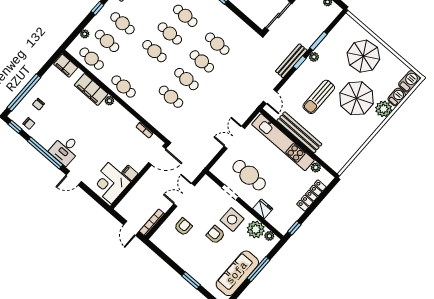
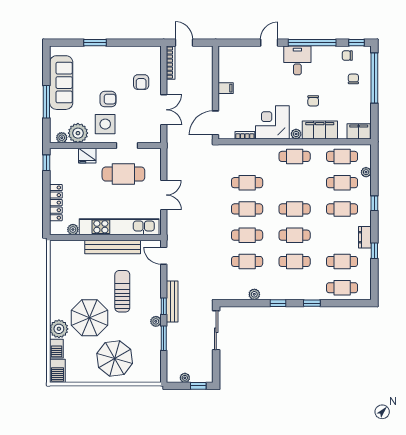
plant: (232, 17) -> (254, 294), added
chair: (78, 113) -> (313, 101), added
corner desk: (110, 183) -> (272, 122), moved, turned -90

